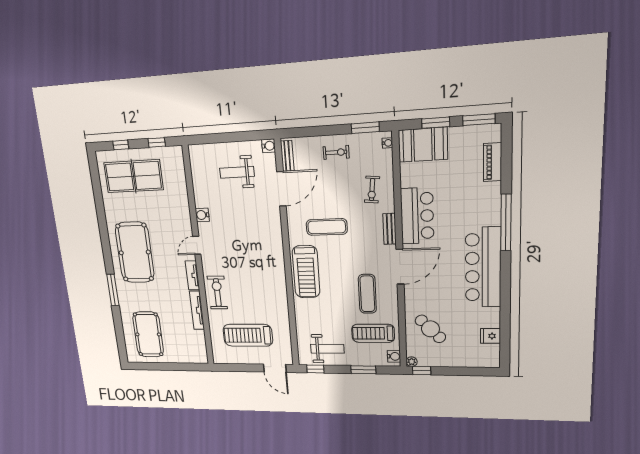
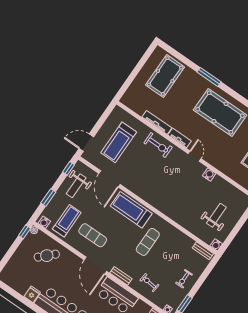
door: (281, 189) -> (109, 179), moved
pool table: (148, 334) -> (165, 76), turned 90
treadmill: (248, 335) -> (119, 142), turned 180
fridge: (490, 336) -> (32, 294), moved

